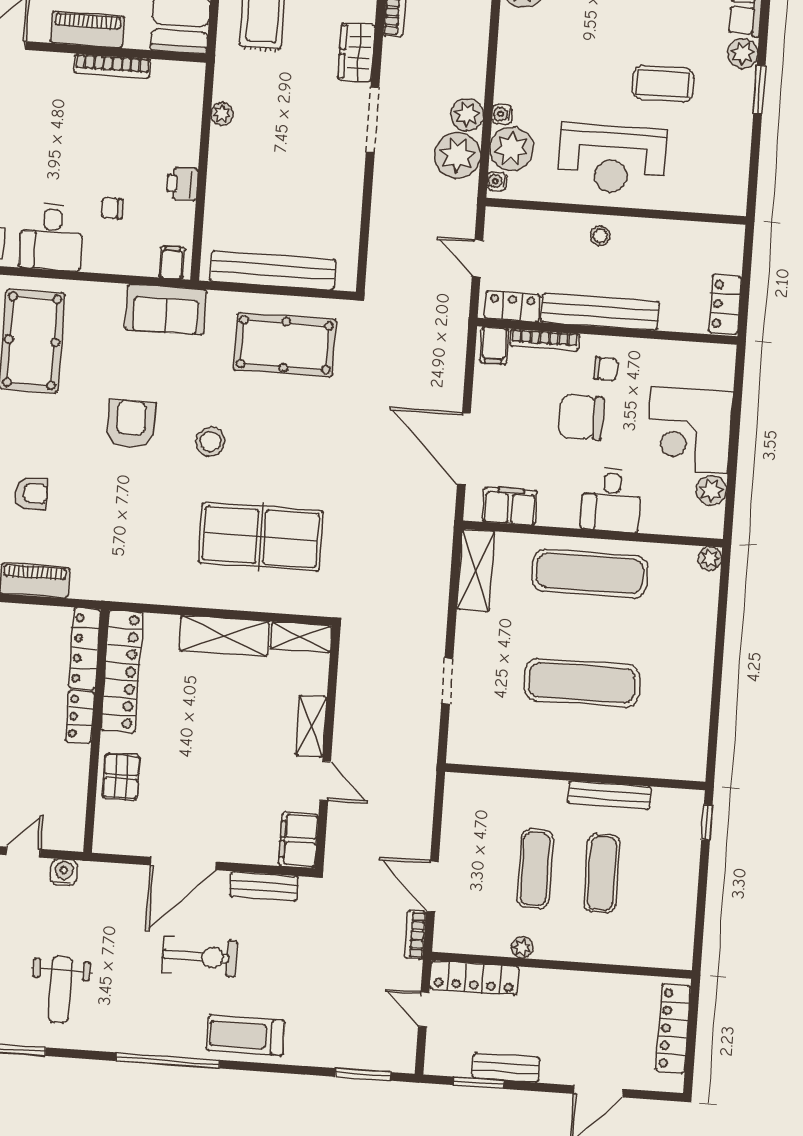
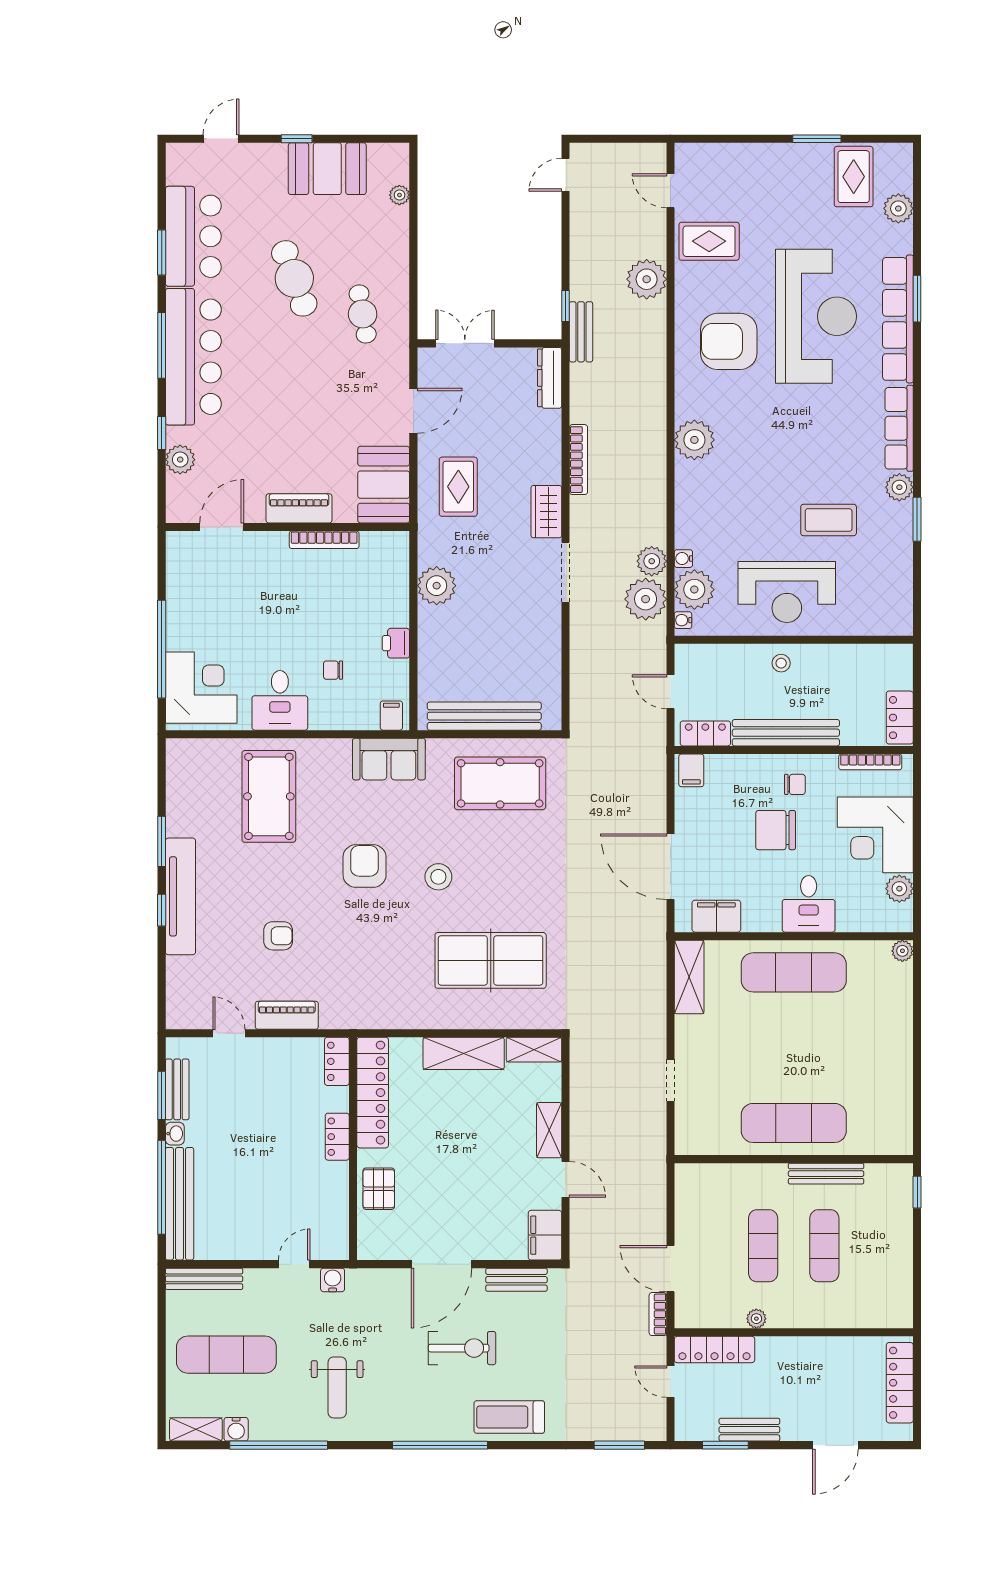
plant: (222, 114) -> (437, 586), width x1.88, depth x1.88
bookcase: (545, 340) -> (870, 762), moved
locker: (85, 648) -> (337, 1061), width x0.66
exercise mat: (582, 683) -> (794, 1123), moved

